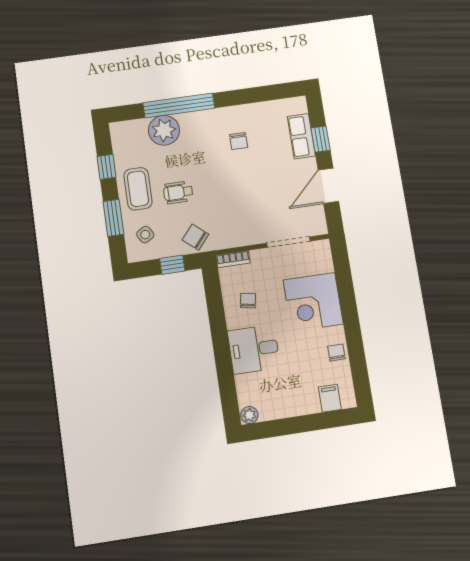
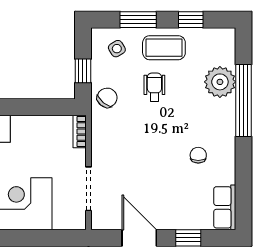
row of seats: (301, 136) -> (225, 207), moved, turned -90
chair: (239, 141) -> (198, 155), turned 90
chair: (248, 301) -> (37, 140), removed

